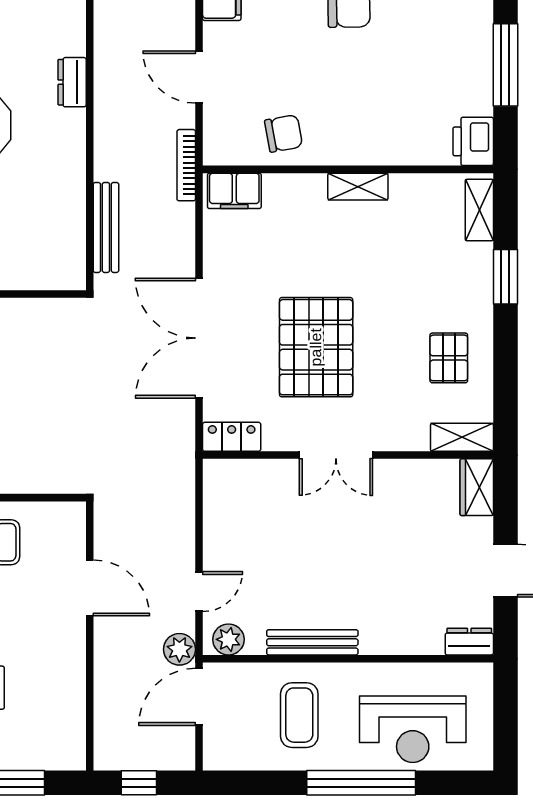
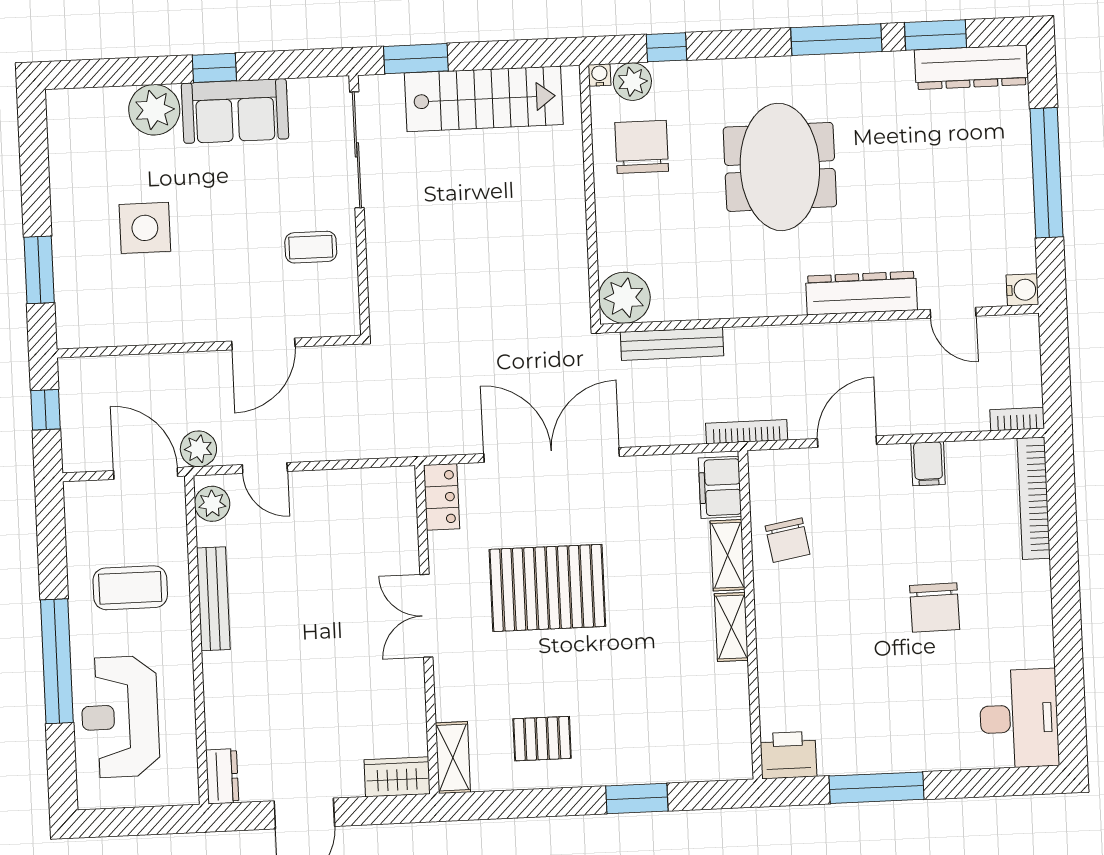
dresser: (72, 82) -> (861, 293), width x1.96, depth x1.24
shelving: (479, 210) -> (728, 555), moved, turned 90
plant: (63, 268) -> (624, 298), added

